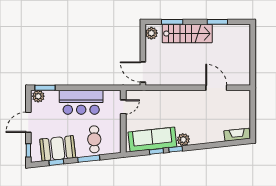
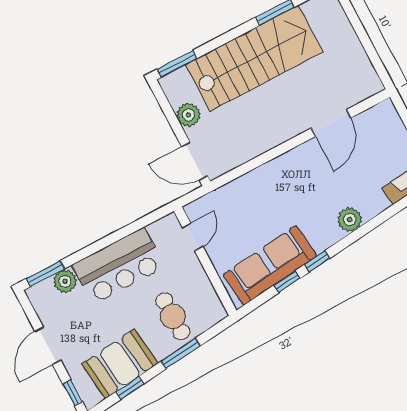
window: (172, 22) -> (177, 64), moved
plant: (151, 33) -> (188, 115), moved
stairs: (187, 34) -> (254, 58), width x1.36, depth x1.51
door: (216, 88) -> (331, 123), swing flipped
plant: (38, 96) -> (65, 281), moved
plant: (183, 140) -> (350, 220), moved

